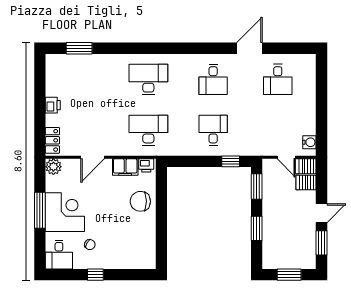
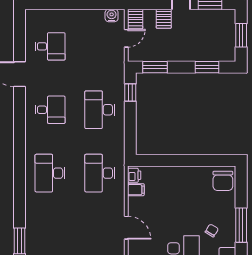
desk: (213, 130) -> (100, 110), width x1.37
filing cabinet: (125, 167) -> (136, 190), width x0.50
server rack: (306, 183) -> (164, 19), moved
chair: (140, 201) -> (223, 181), moved
window: (257, 228) -> (207, 67), moved
window: (95, 275) -> (241, 225), width x2.17

